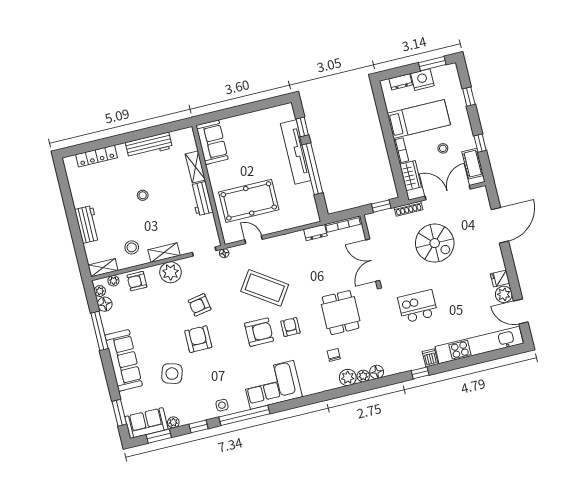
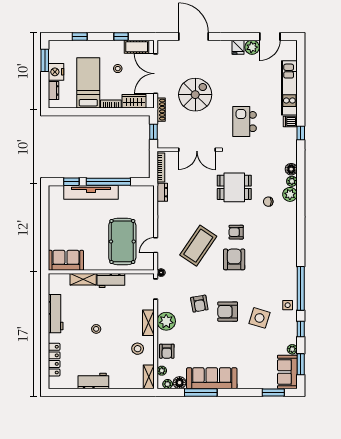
workbench: (87, 224) -> (93, 381), moved
kitchen unit: (479, 345) -> (289, 88), width x0.73
sofa: (124, 360) -> (212, 378), moved
side table: (172, 374) -> (260, 318), moved
corner sofa: (272, 385) -> (281, 259), removed

